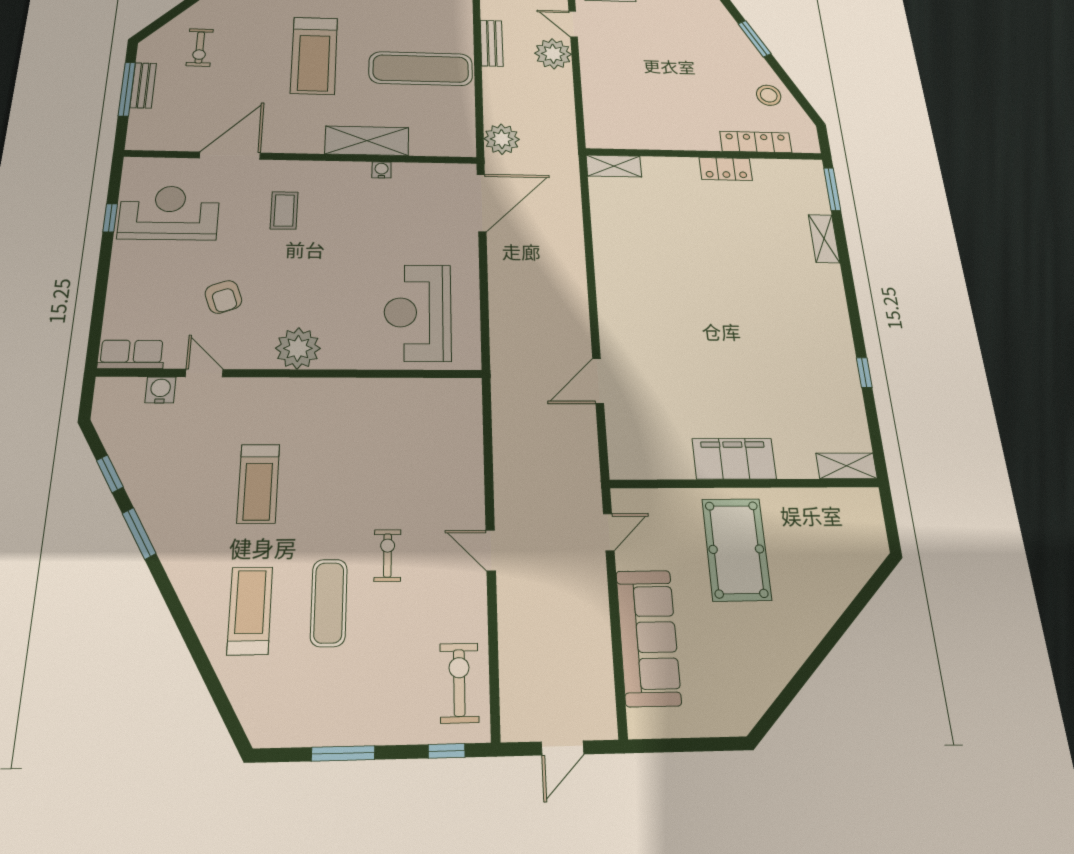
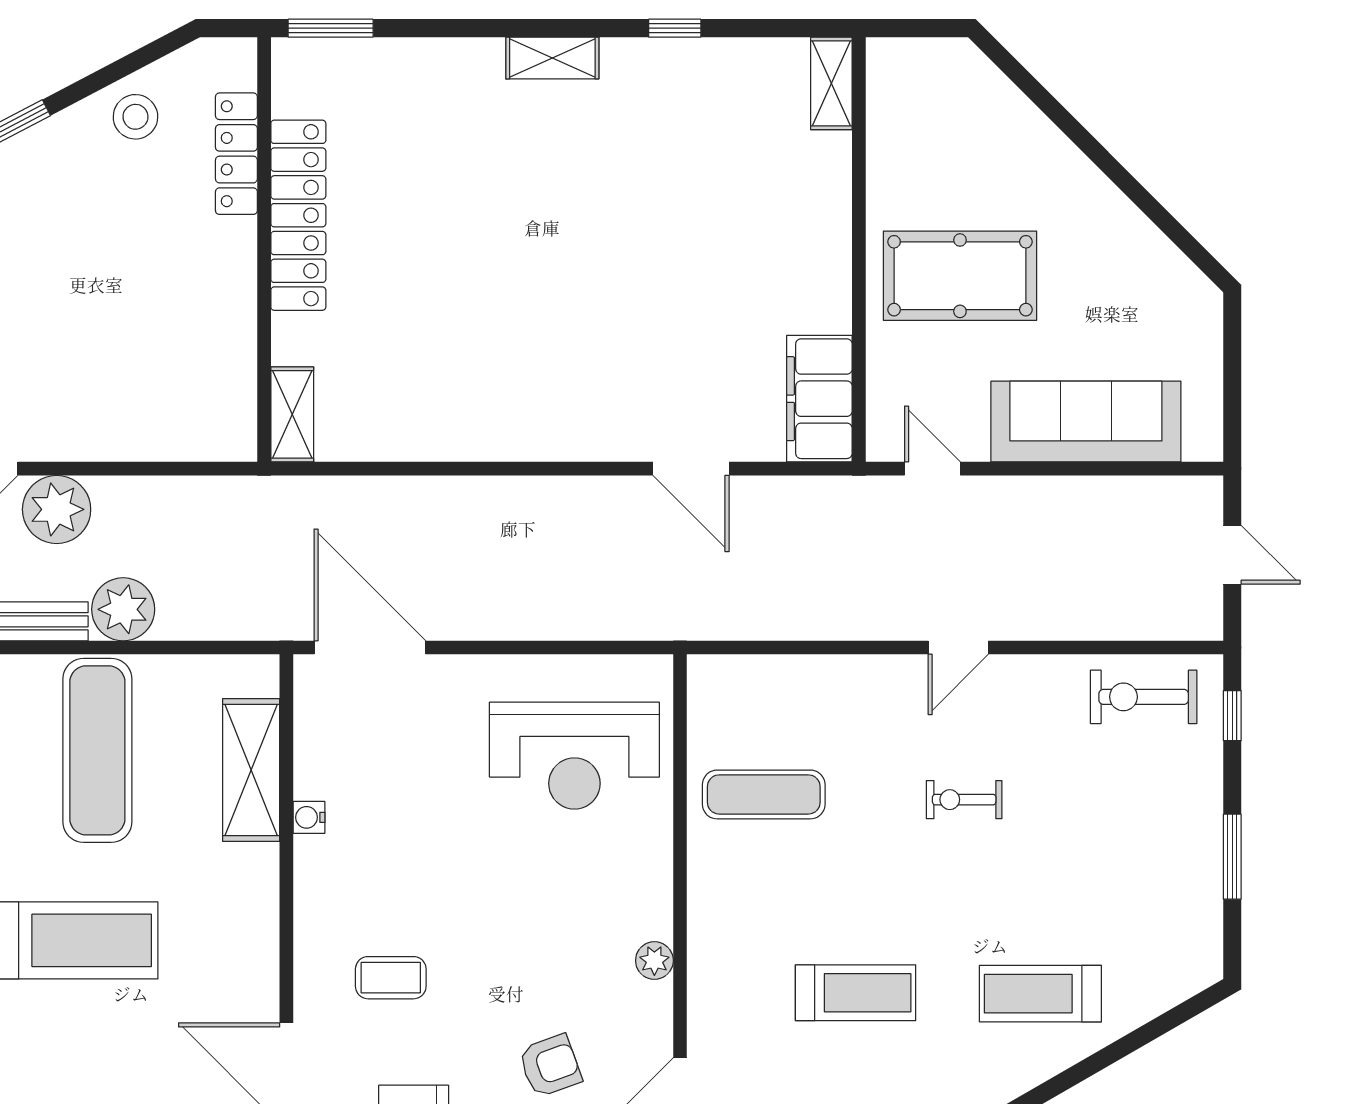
plant: (502, 139) -> (123, 609), moved
shelving: (367, 141) -> (251, 770), moved
locker: (726, 169) -> (298, 215), width x2.16, depth x1.21
shelving: (824, 239) -> (552, 58), moved
plant: (298, 348) -> (654, 961), width x0.53, depth x0.53
filing cabinet: (734, 459) -> (819, 399), moved
exercise mat: (329, 603) -> (764, 794), moved

